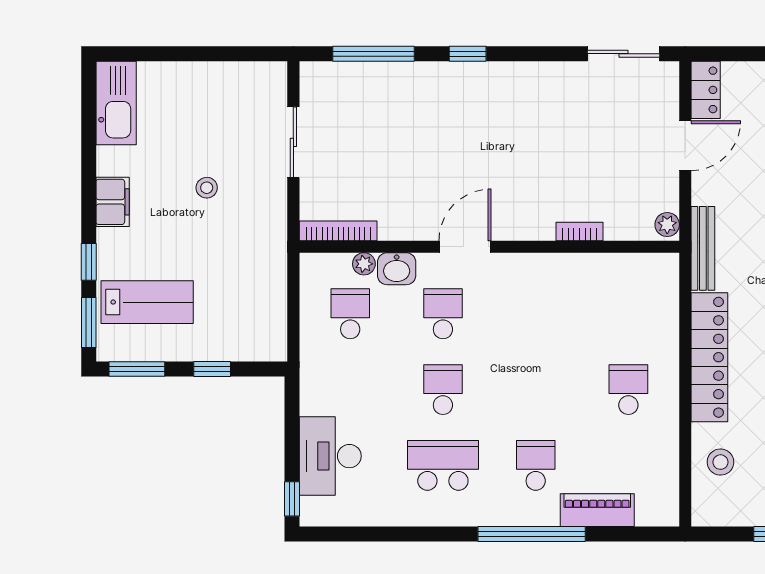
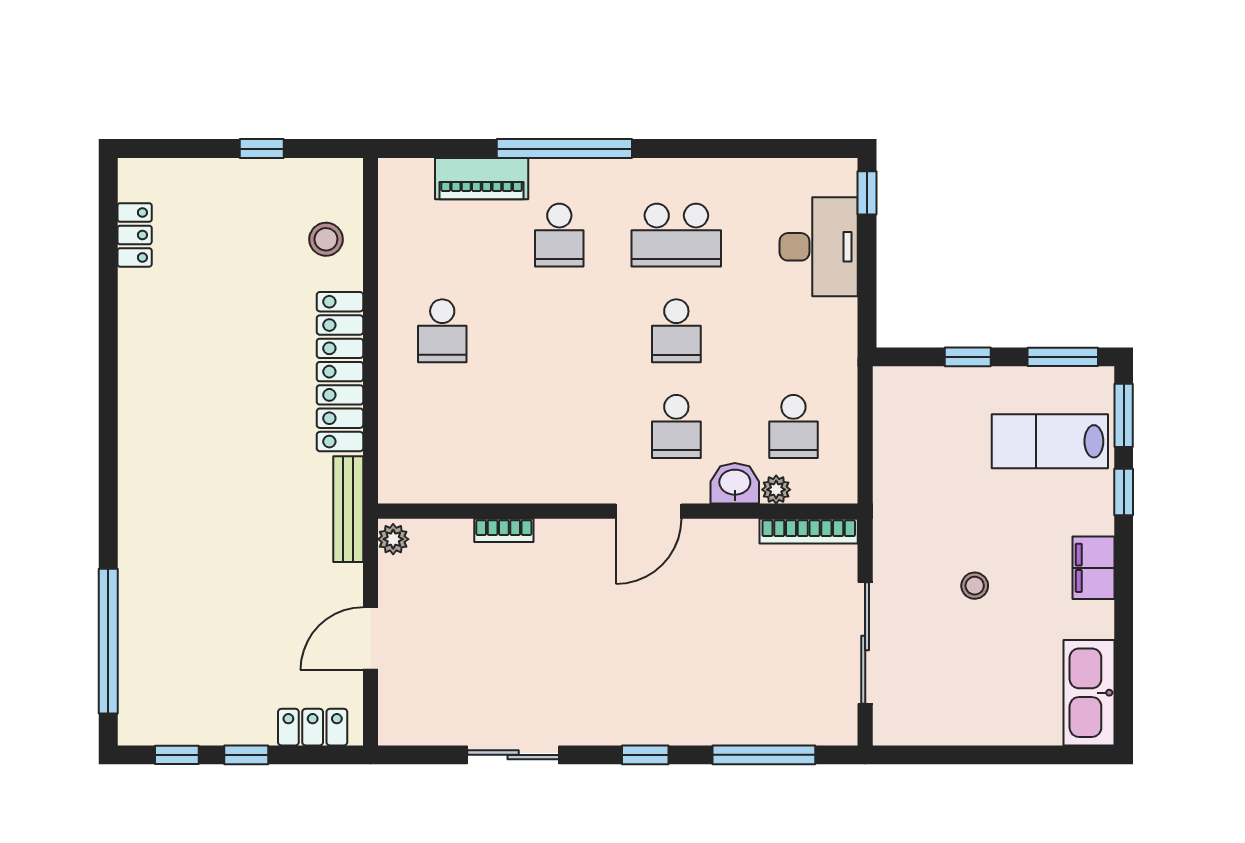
sliding door: (624, 54) -> (513, 755), moved
locker: (706, 90) -> (313, 727), moved, turned 90
sliding door: (293, 142) -> (865, 643), width x1.37

